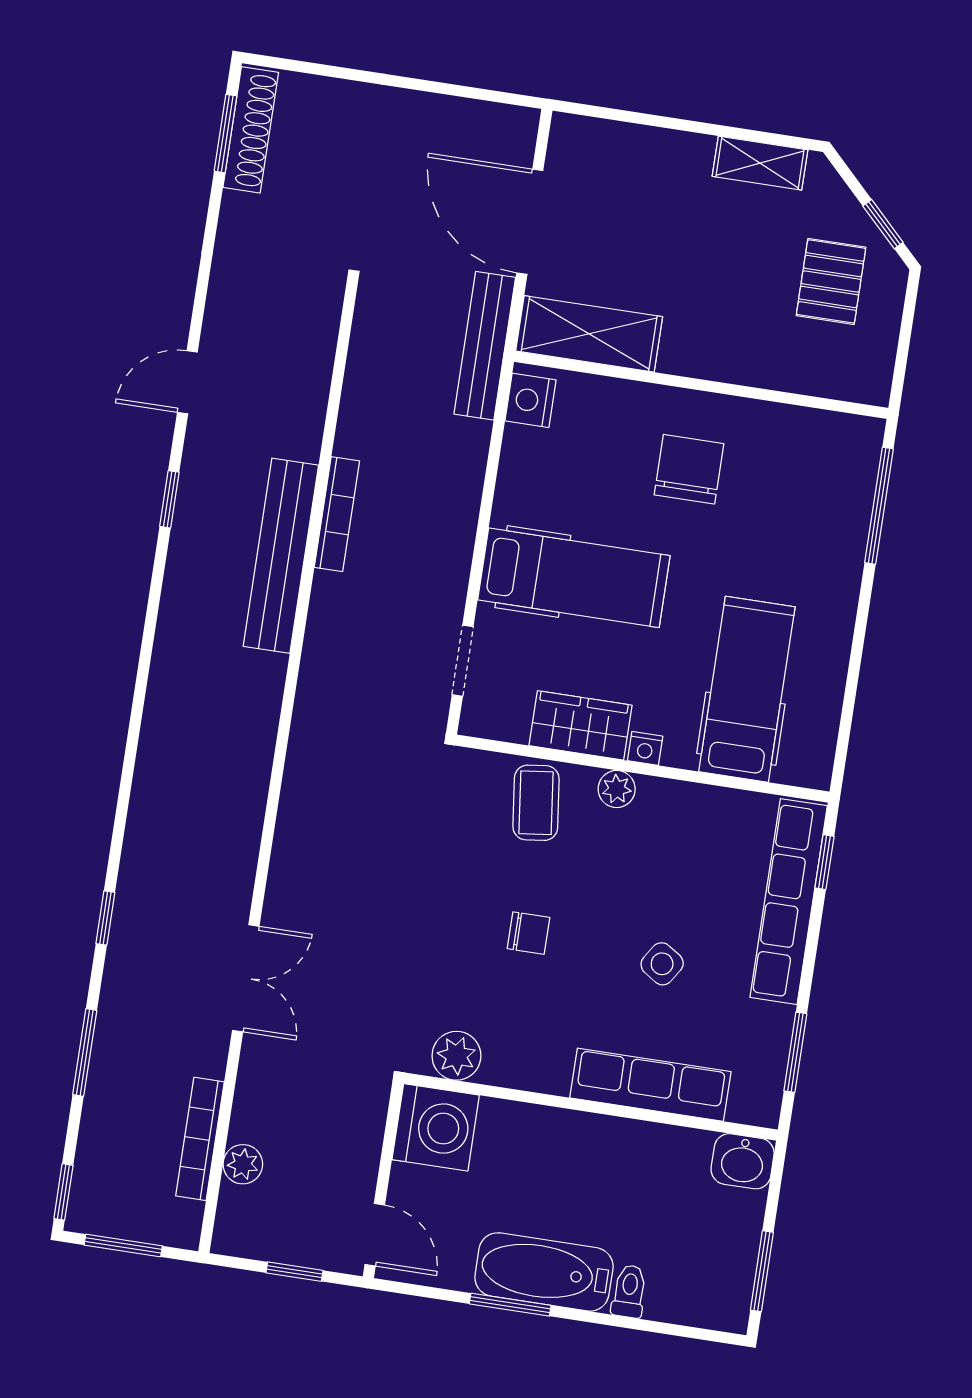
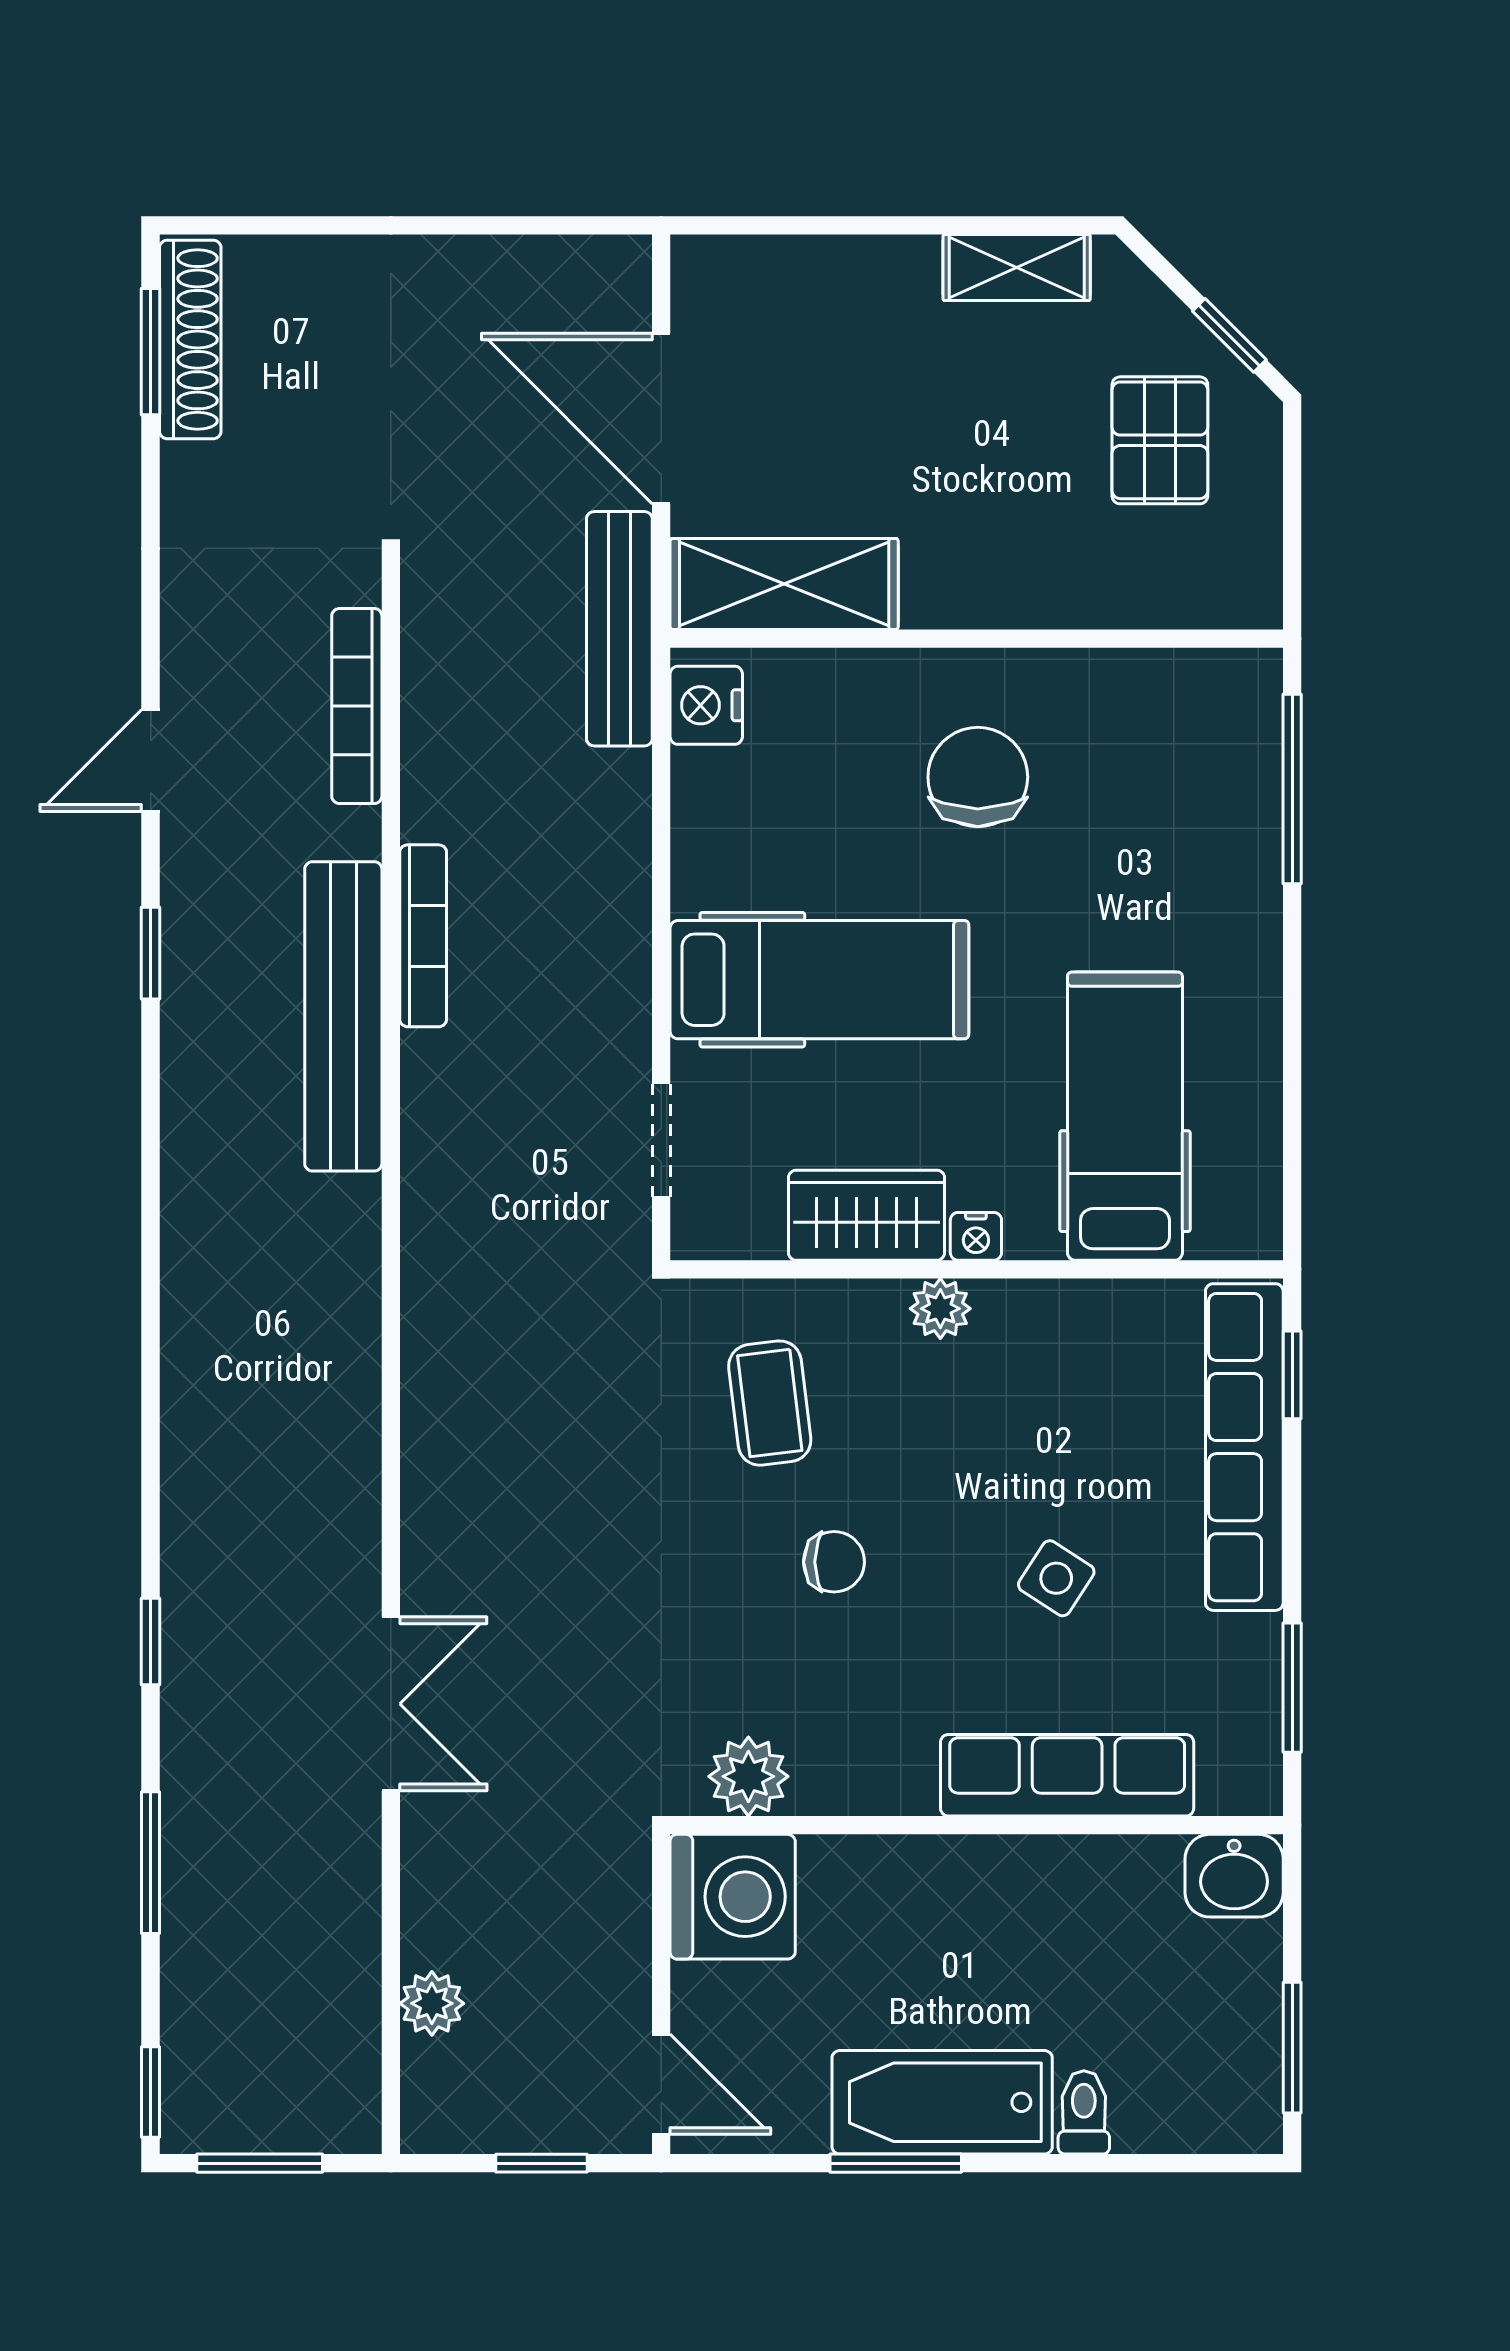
coffee table: (536, 803) -> (770, 1403), moved
bookcase: (200, 1139) -> (357, 706), moved

